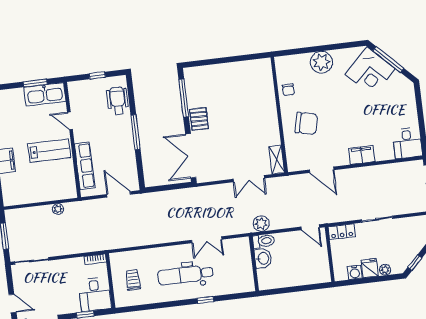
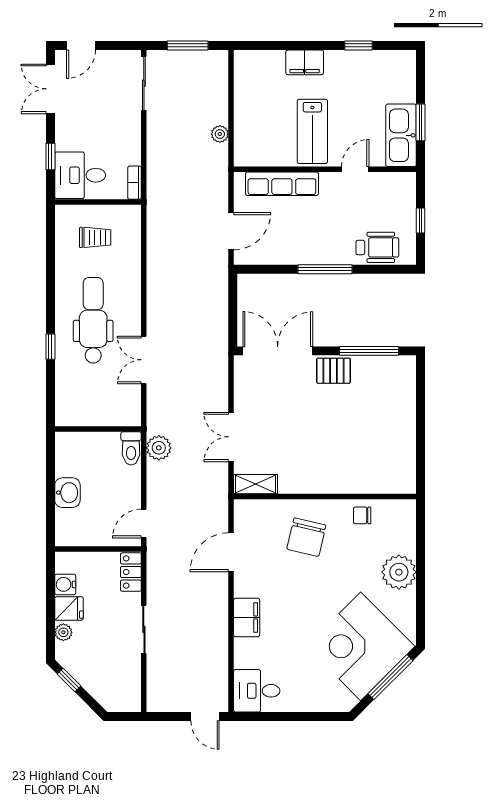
corner desk: (370, 72) -> (361, 646), width x1.36, depth x1.36
washbasin: (263, 258) -> (67, 493), moved, turned -90

